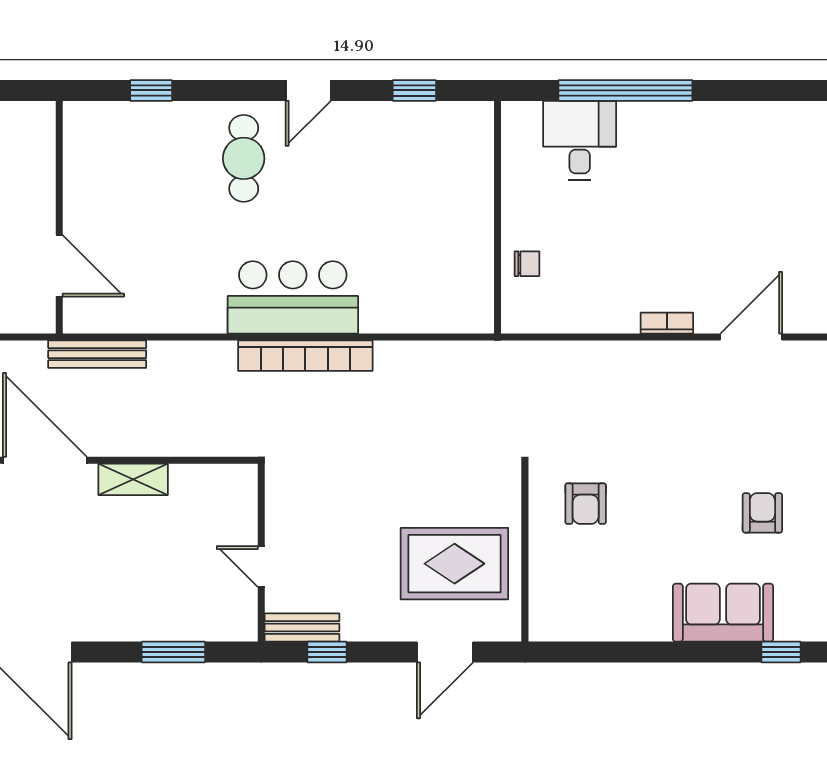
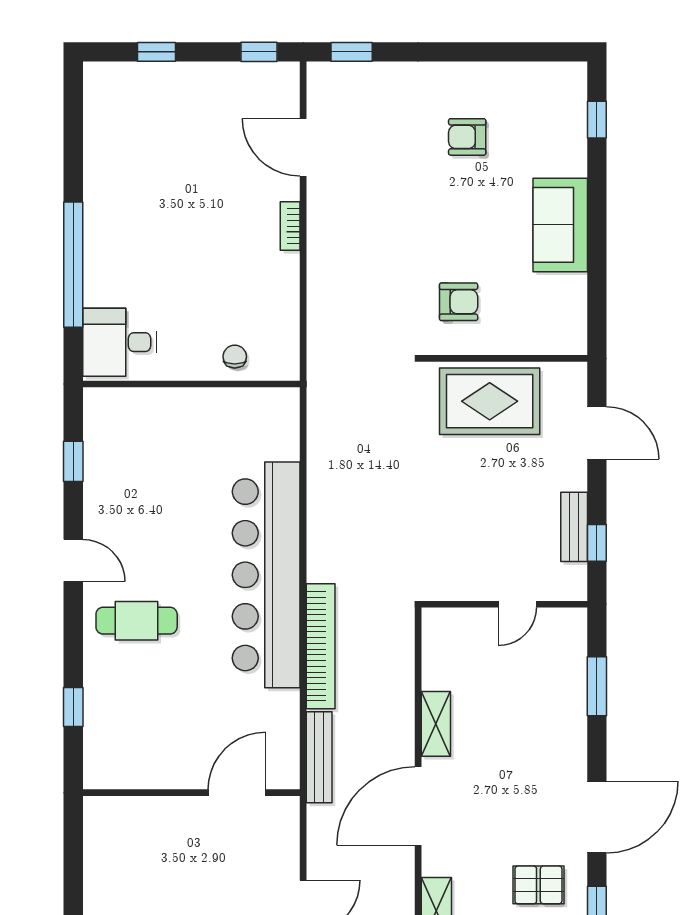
desk: (580, 140) -> (120, 342), moved
bar counter: (293, 297) -> (266, 575), width x1.86
bookcase: (305, 356) -> (321, 646), moved
rug: (454, 564) -> (490, 401), moved, turned 90
sofa: (723, 613) -> (560, 225), moved
bench: (302, 627) -> (574, 527), moved

